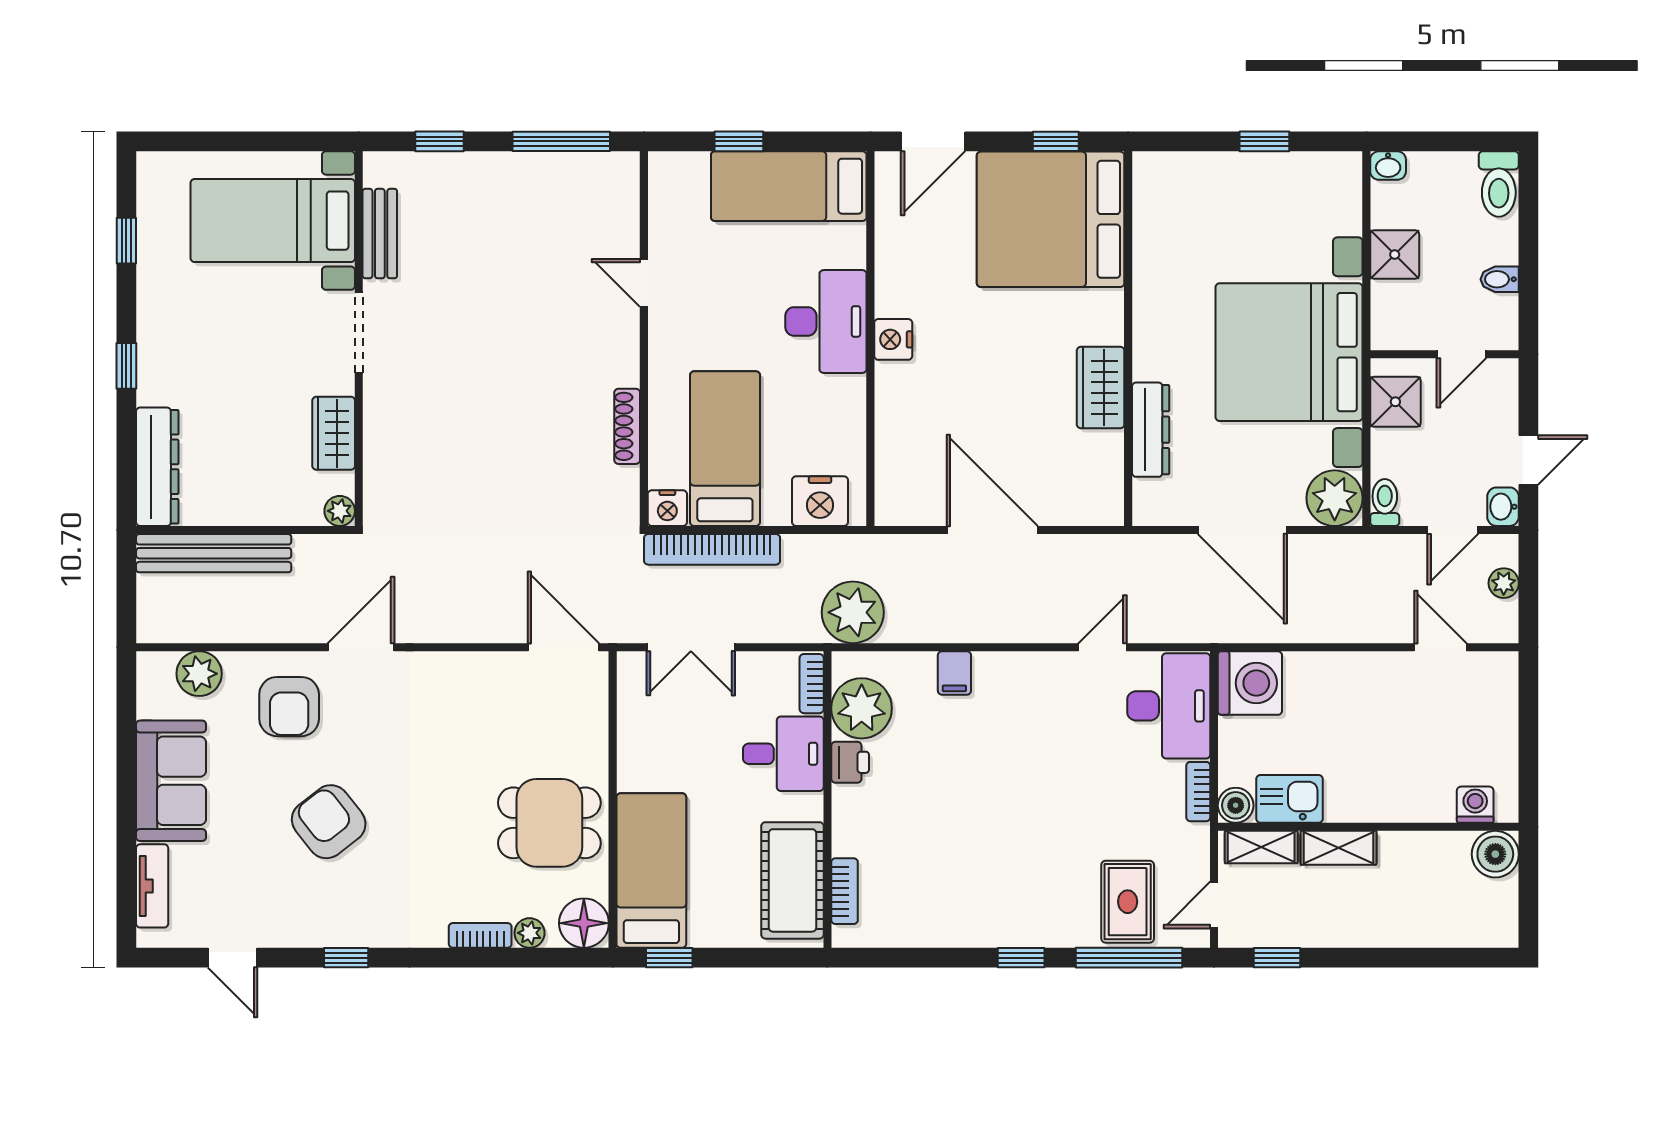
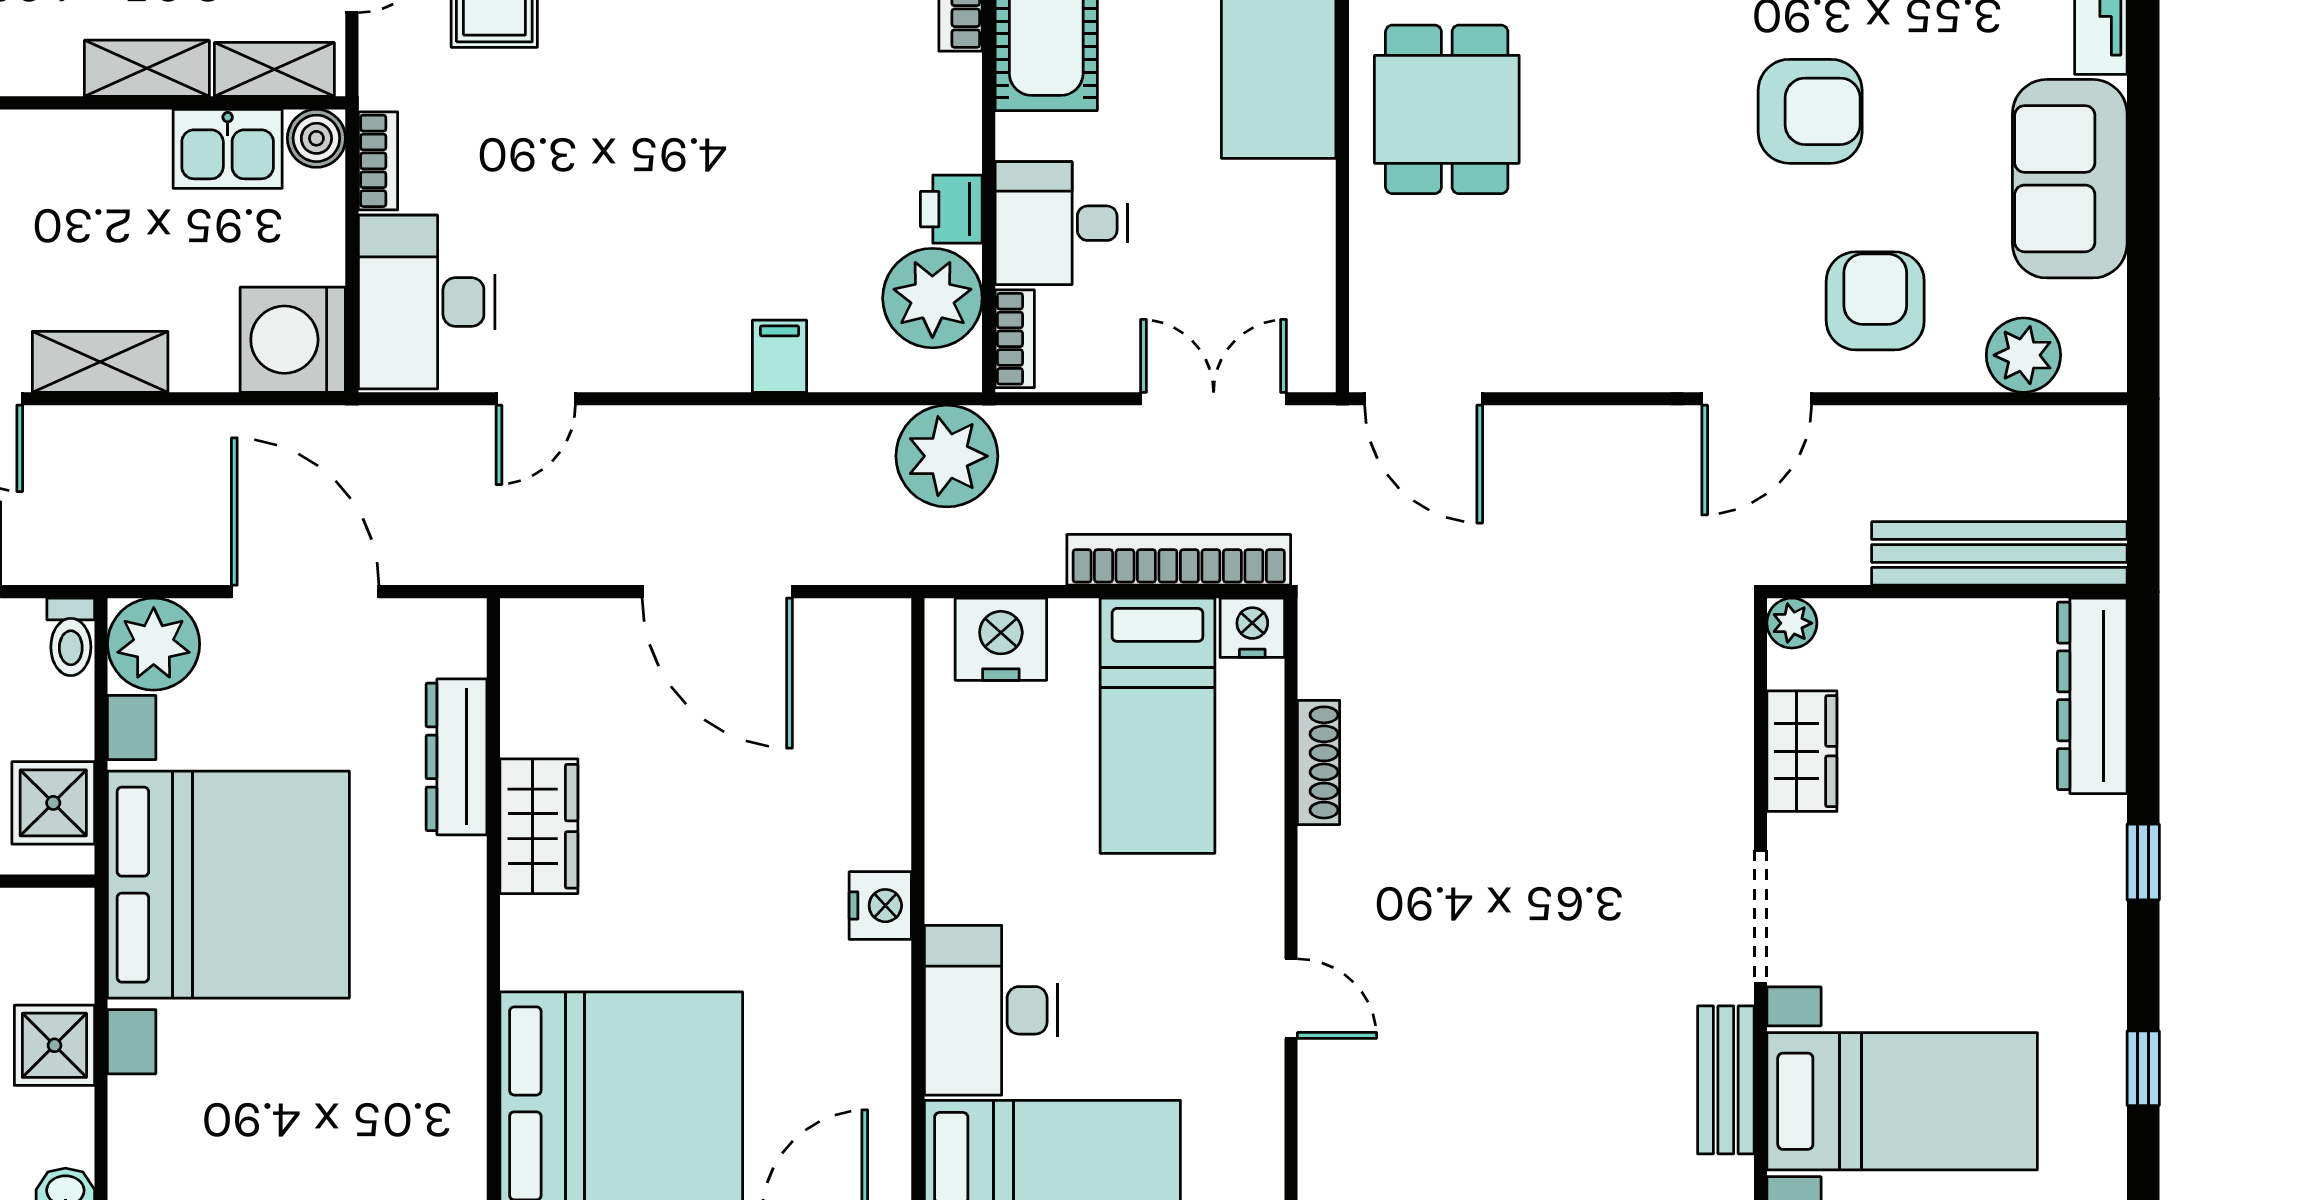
desk: (826, 321) -> (991, 1010), moved
shelving: (1367, 670) -> (100, 362), added
armchair: (329, 822) -> (1810, 111), turned -52
dining table: (549, 823) -> (1447, 109), turned 90

